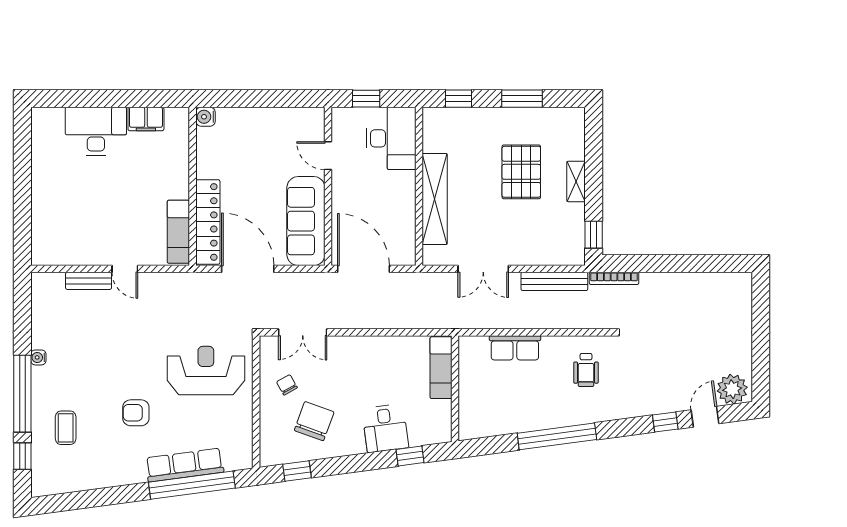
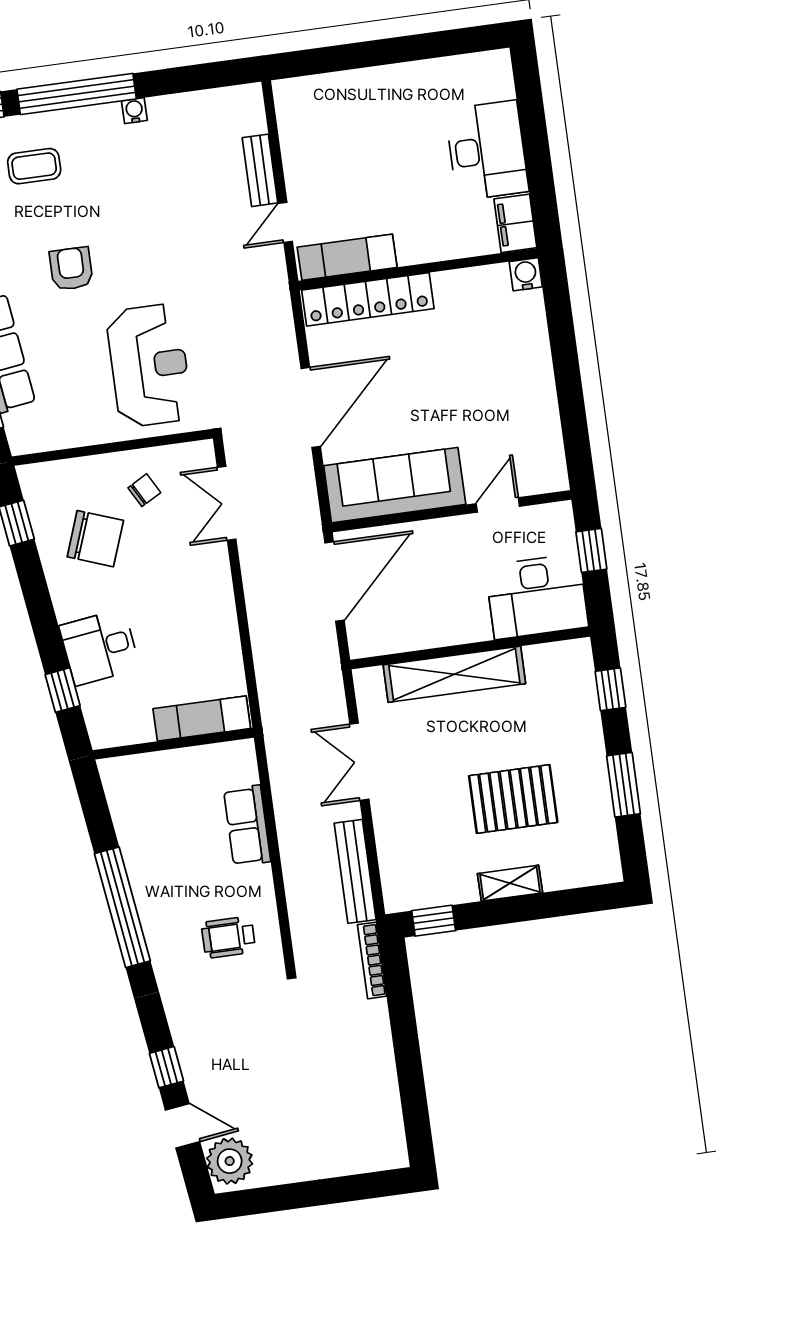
water cooler: (206, 117) -> (526, 274), moved
wall: (193, 186) -> (418, 269), moved
locker: (208, 222) -> (368, 299), moved
exam couch: (178, 232) -> (347, 257), moved

